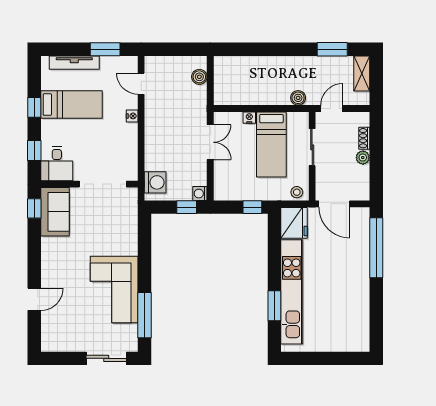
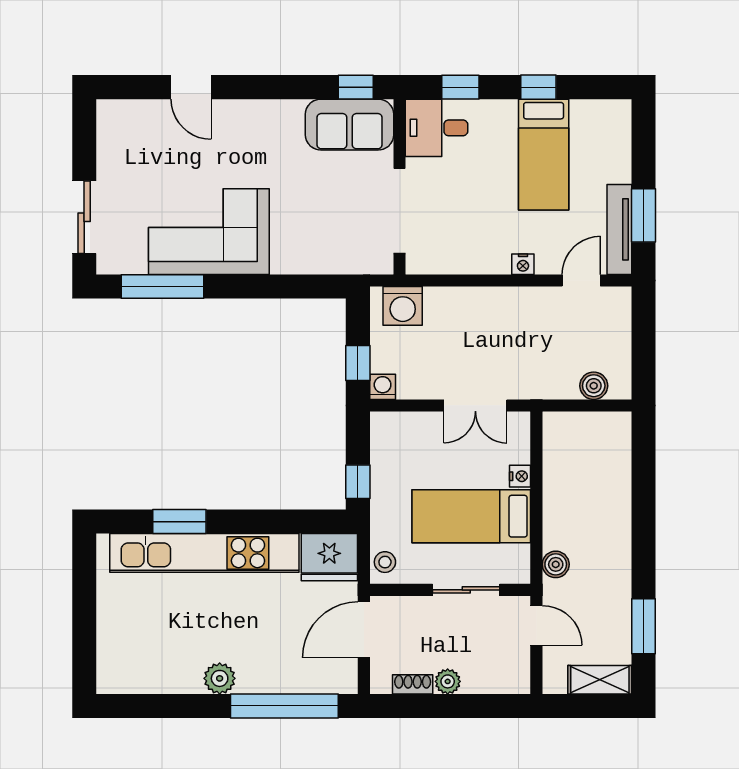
tv unit: (74, 63) -> (619, 229), moved
shoe rack: (364, 138) -> (413, 684), moved
plant: (361, 284) -> (220, 678), added

